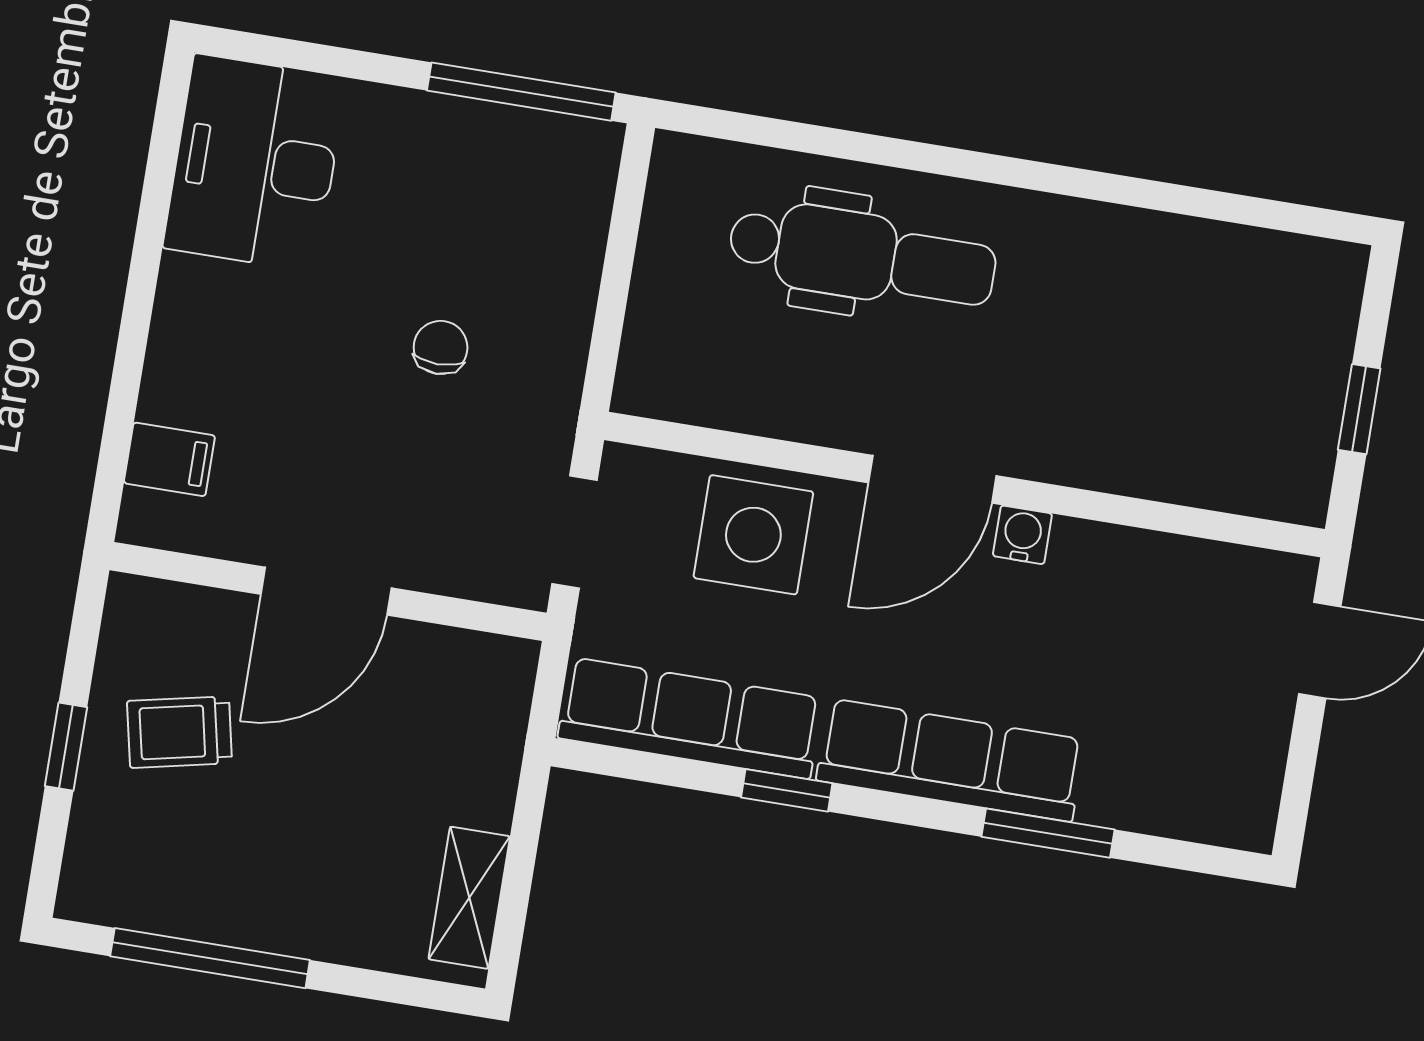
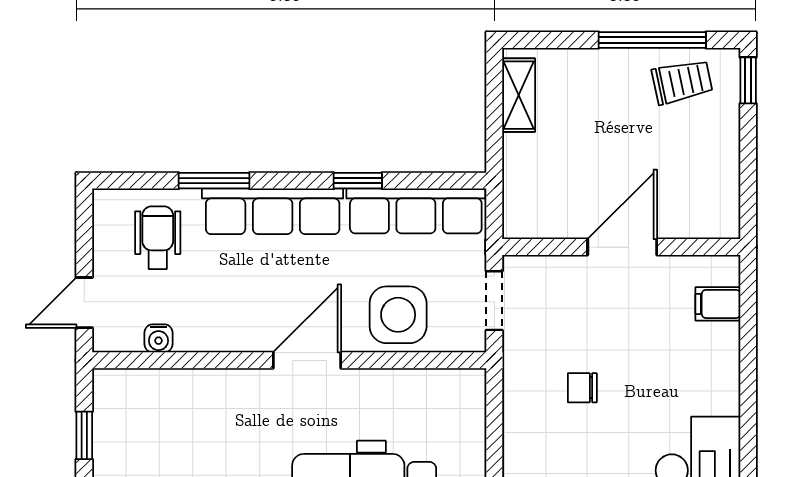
chair: (441, 347) -> (582, 388), turned 90
water cooler: (1022, 535) -> (158, 338), moved
trolley: (179, 732) -> (682, 82), moved
wheelchair: (1167, 746) -> (158, 238), added
window: (66, 747) -> (748, 80), moved

